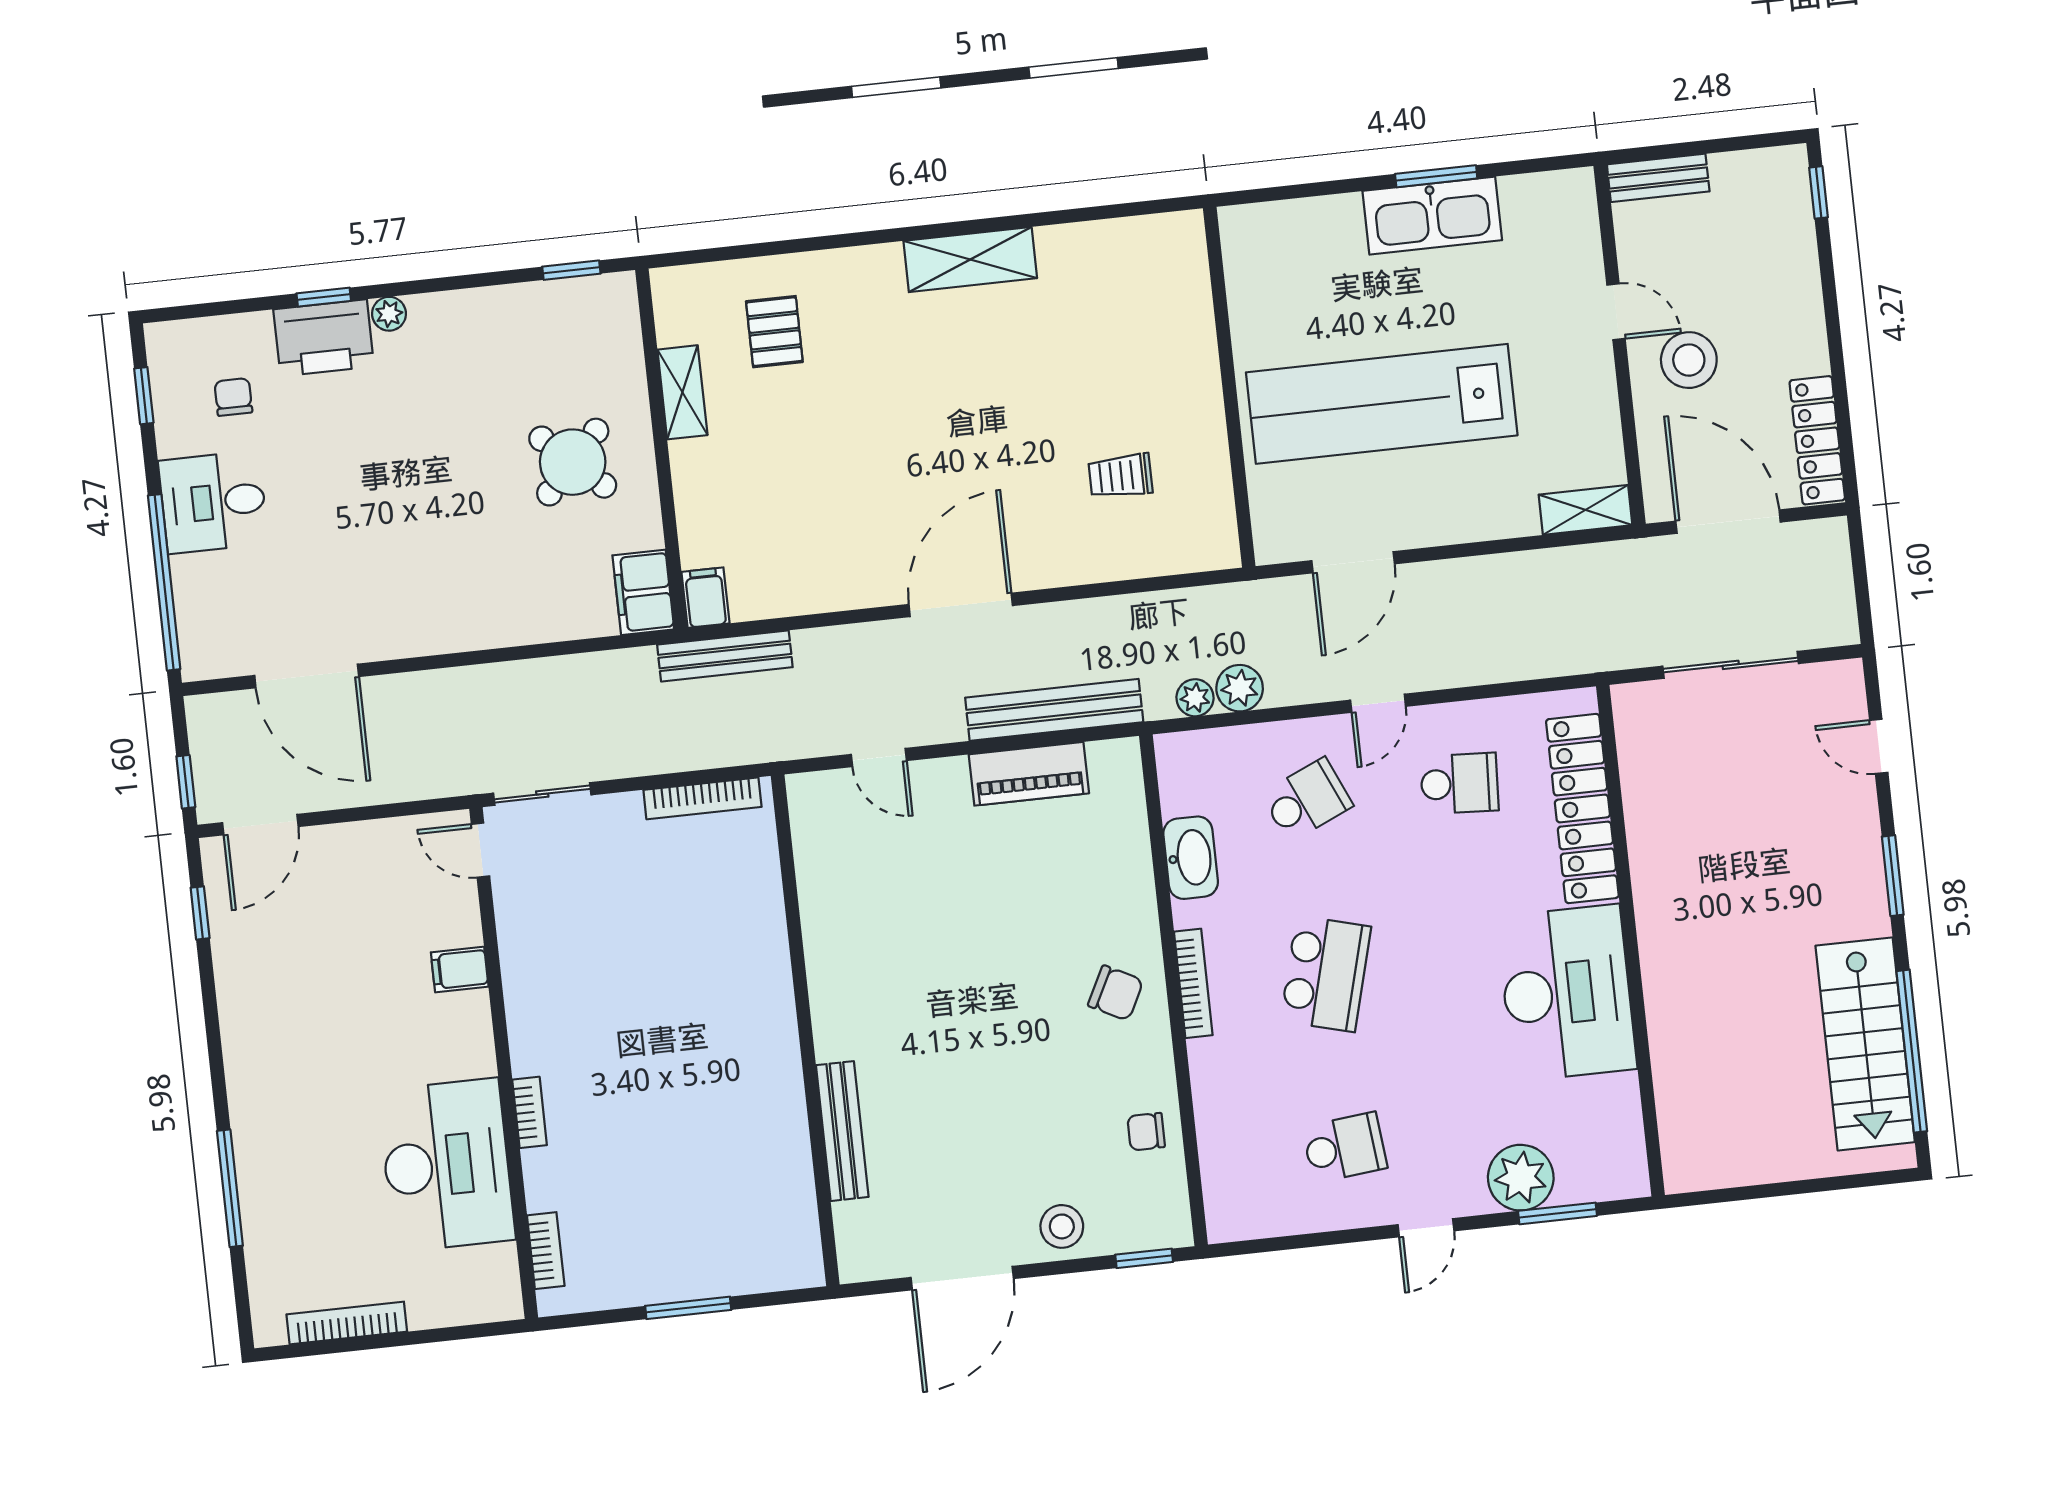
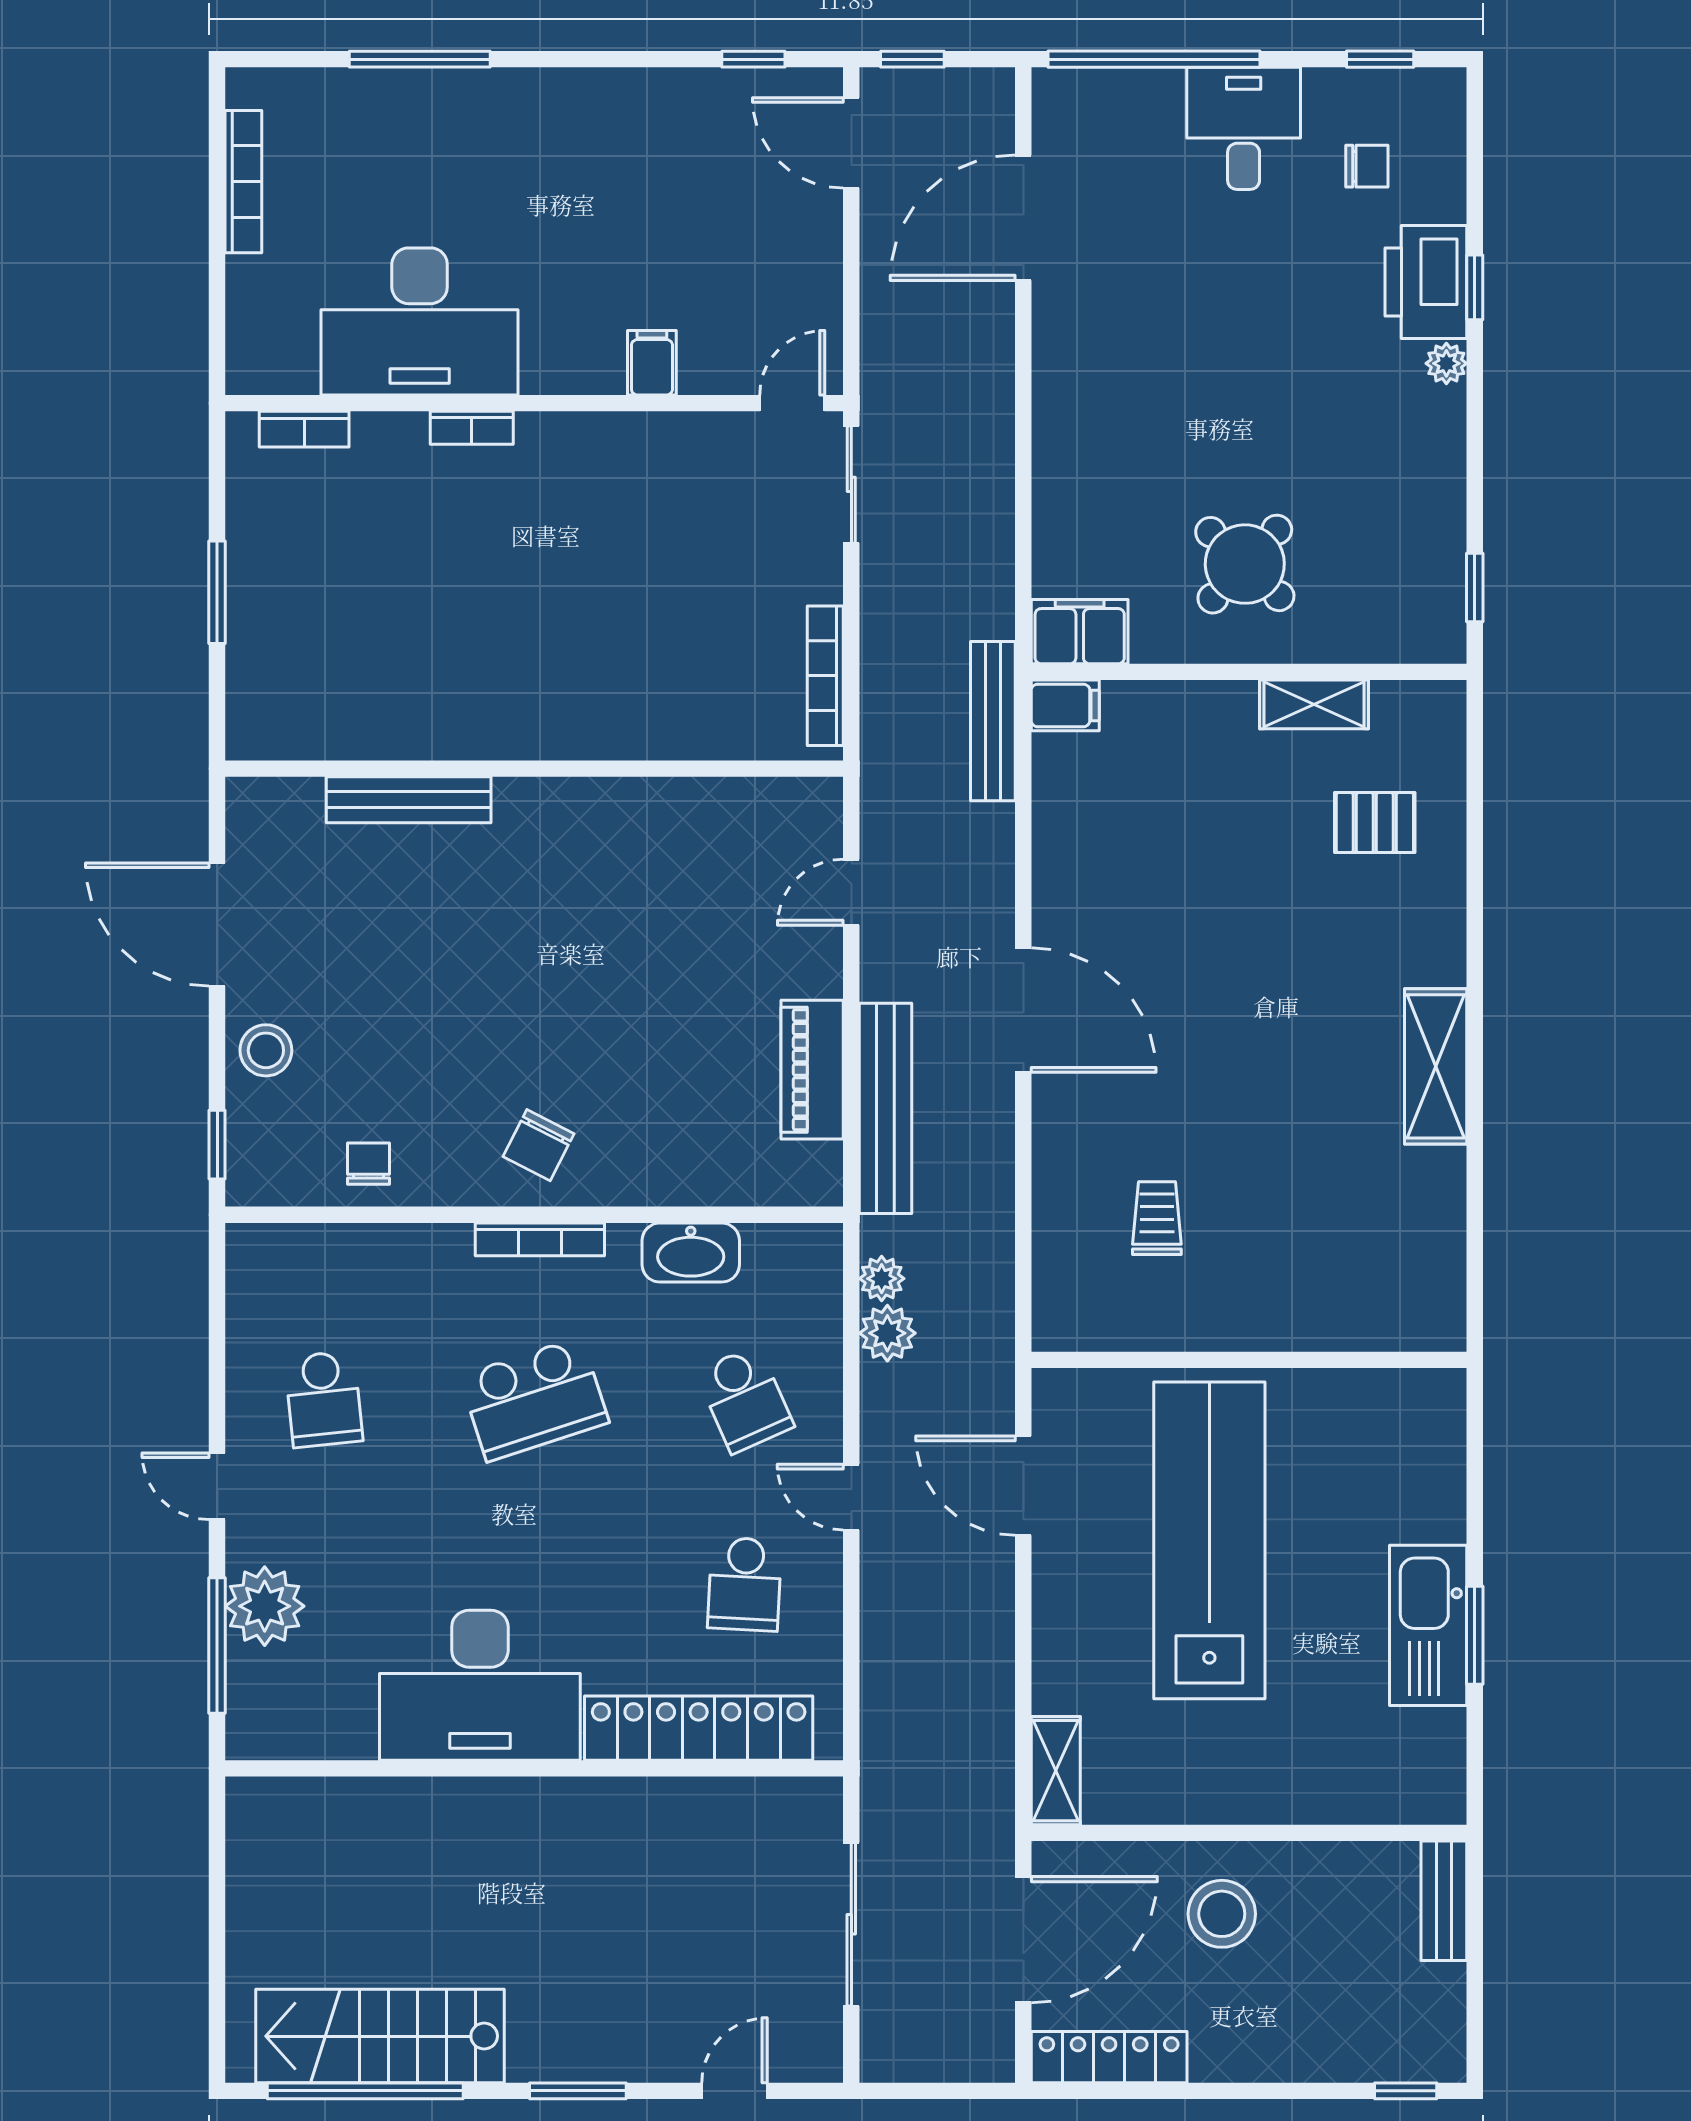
door: (1616, 312) -> (1289, 1833), removed
school desk: (1326, 974) -> (534, 1399), turned -33
window: (1557, 1213) -> (217, 1646), width x1.44

